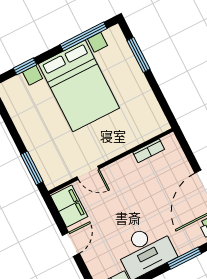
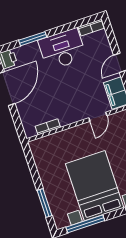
door: (88, 173) -> (98, 117), swing flipped

